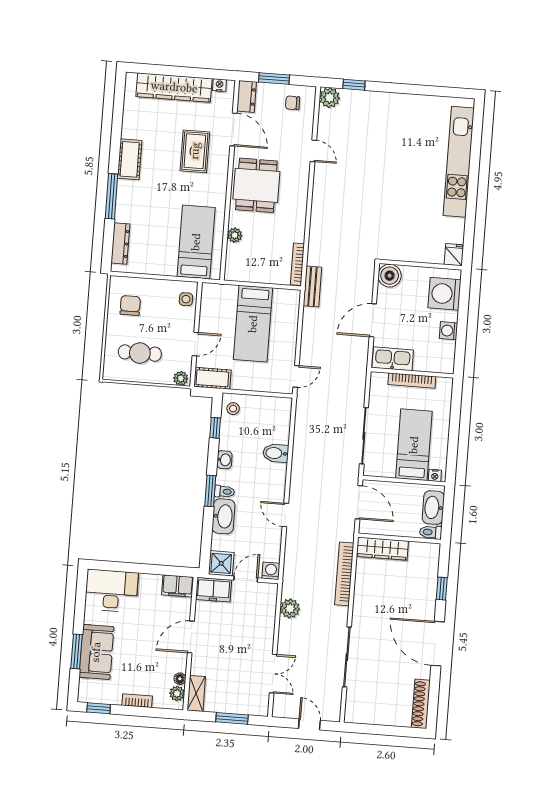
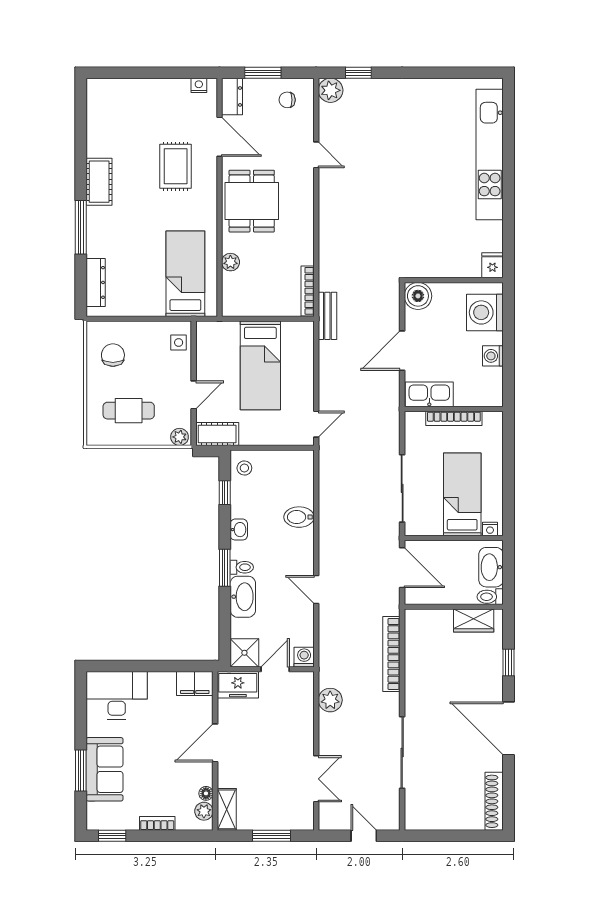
wardrobe: (174, 87) -> (145, 92), removed
wardrobe: (382, 549) -> (474, 621), moved, width x0.67

